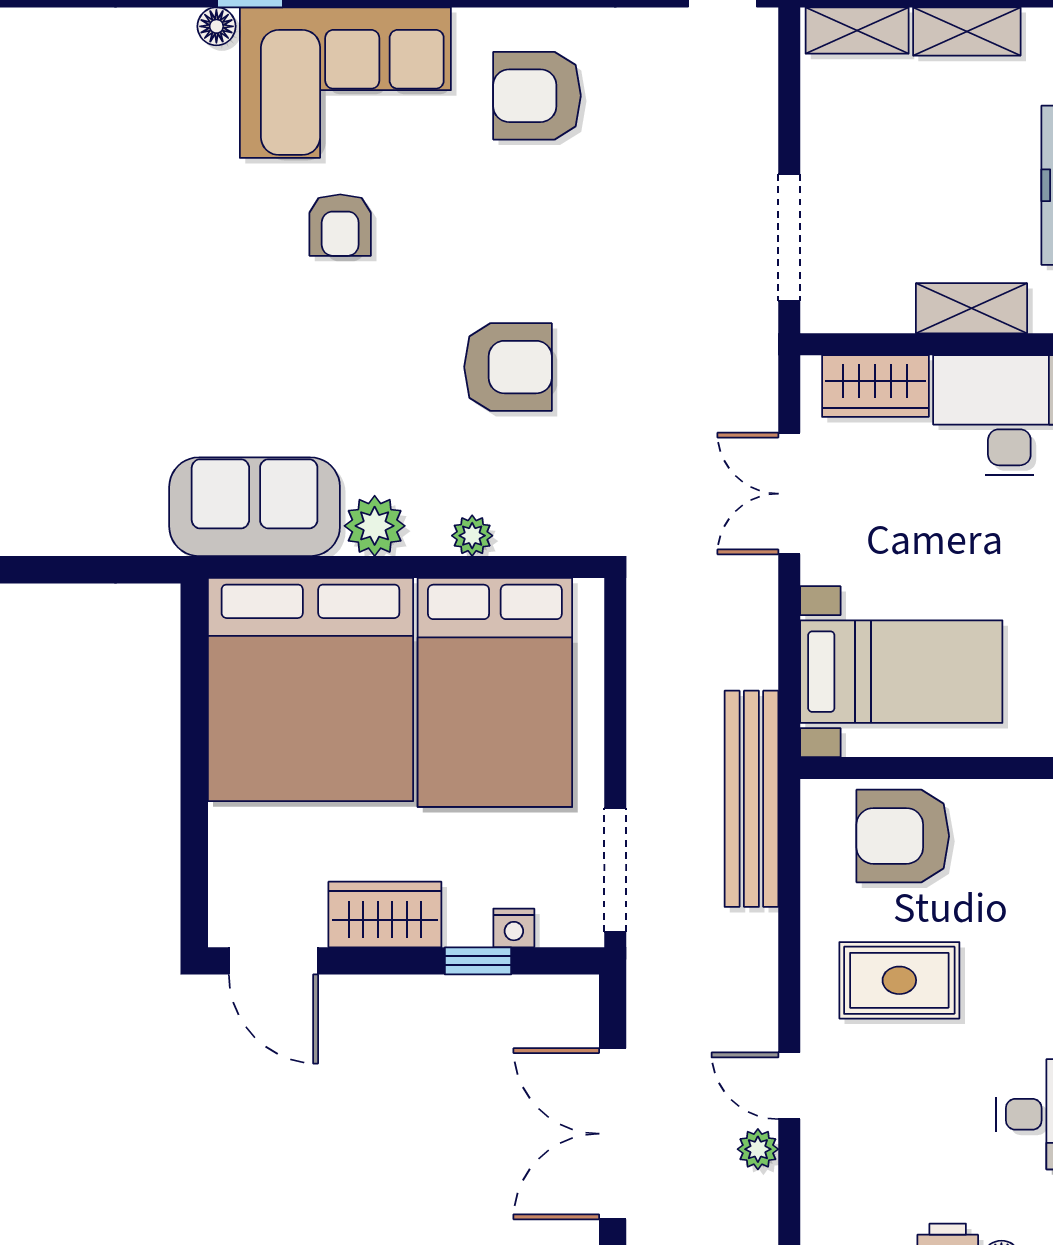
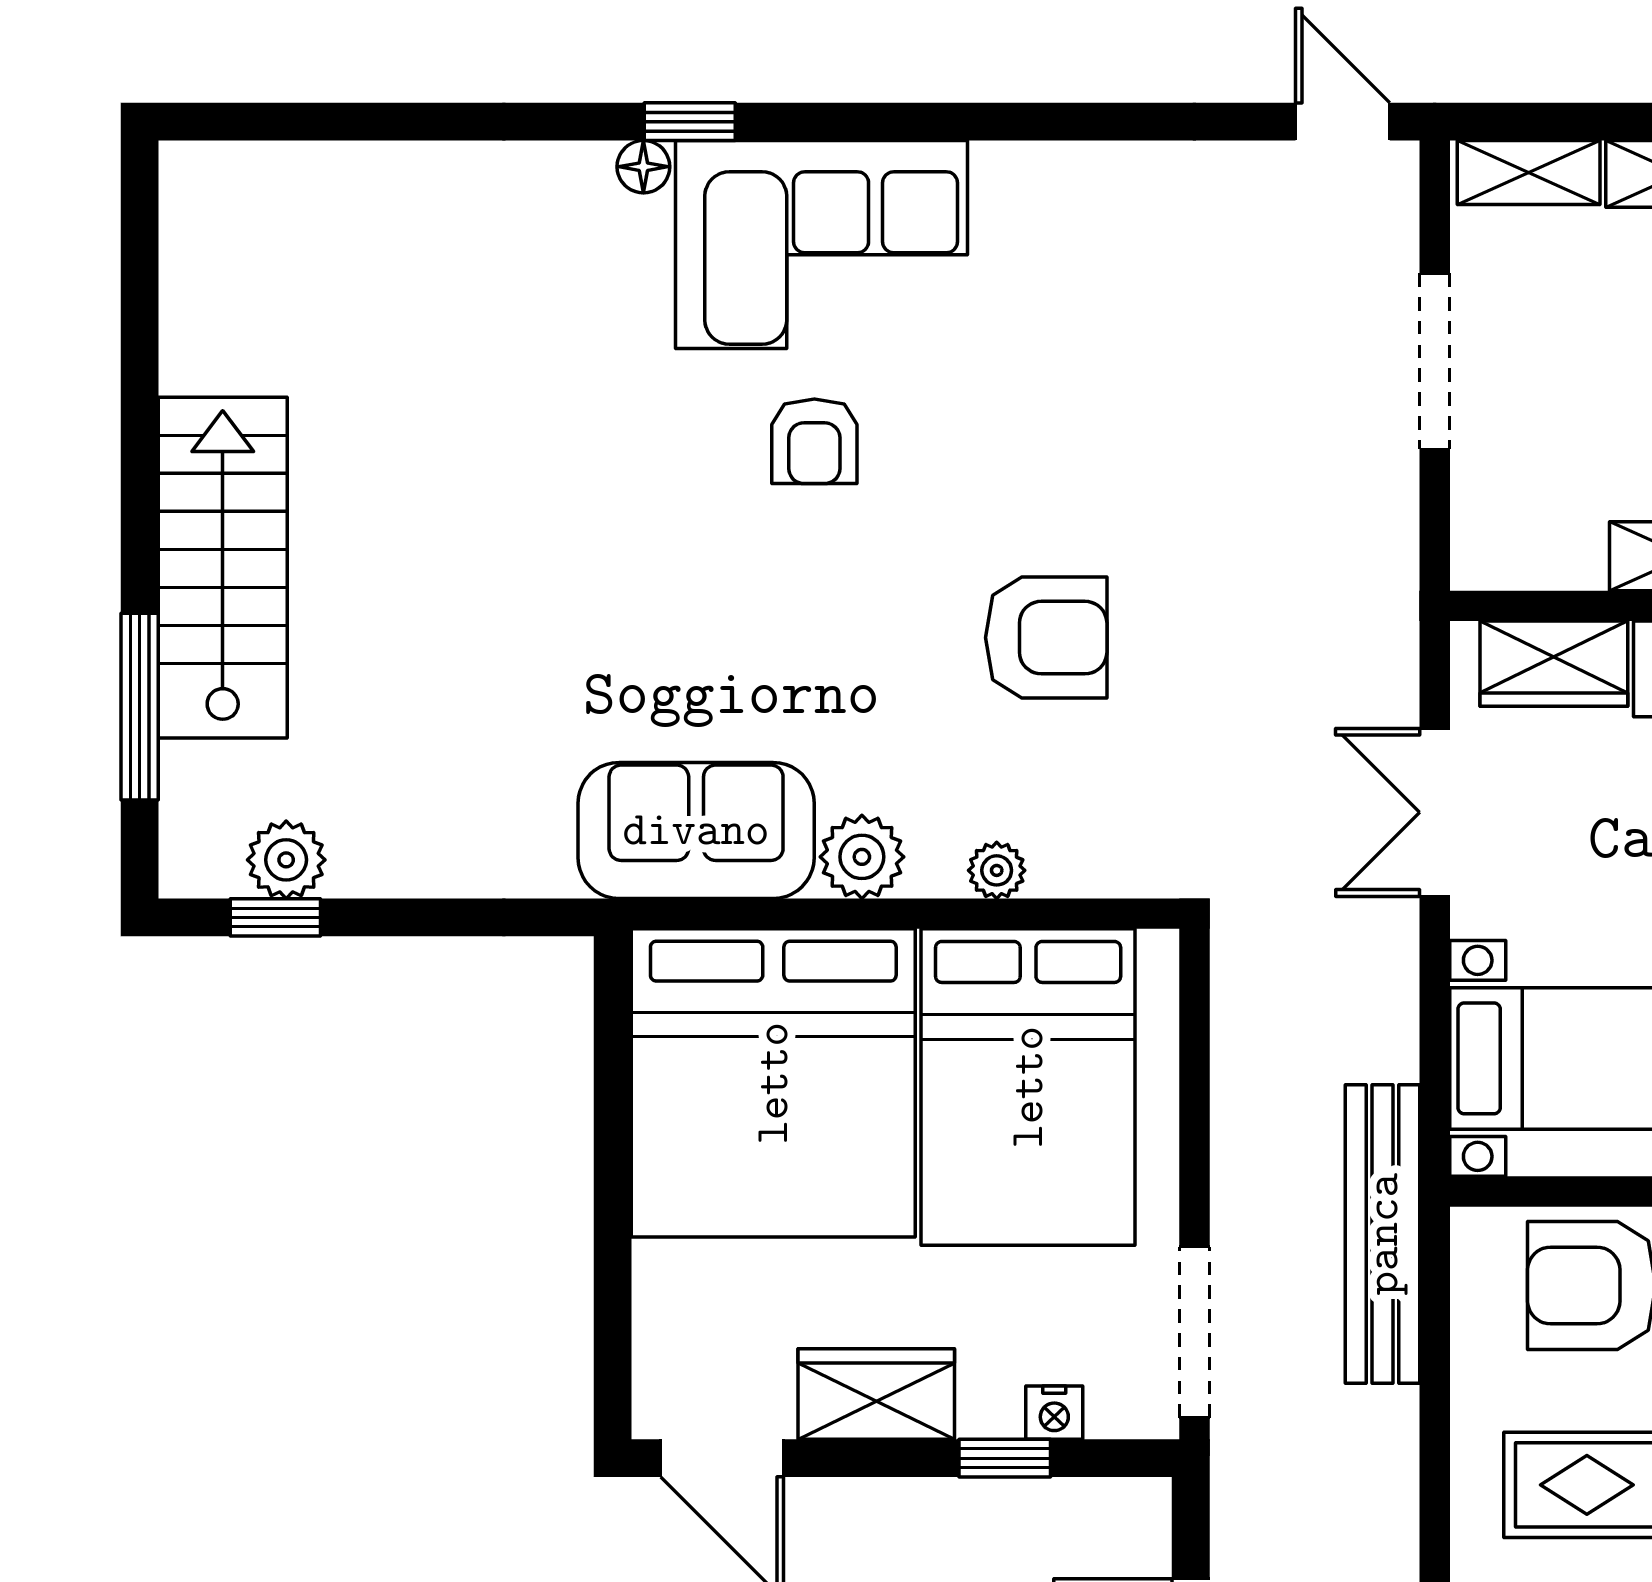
armchair: (537, 96) -> (1086, 263), removed
doorway: (789, 238) -> (1435, 361), moved

